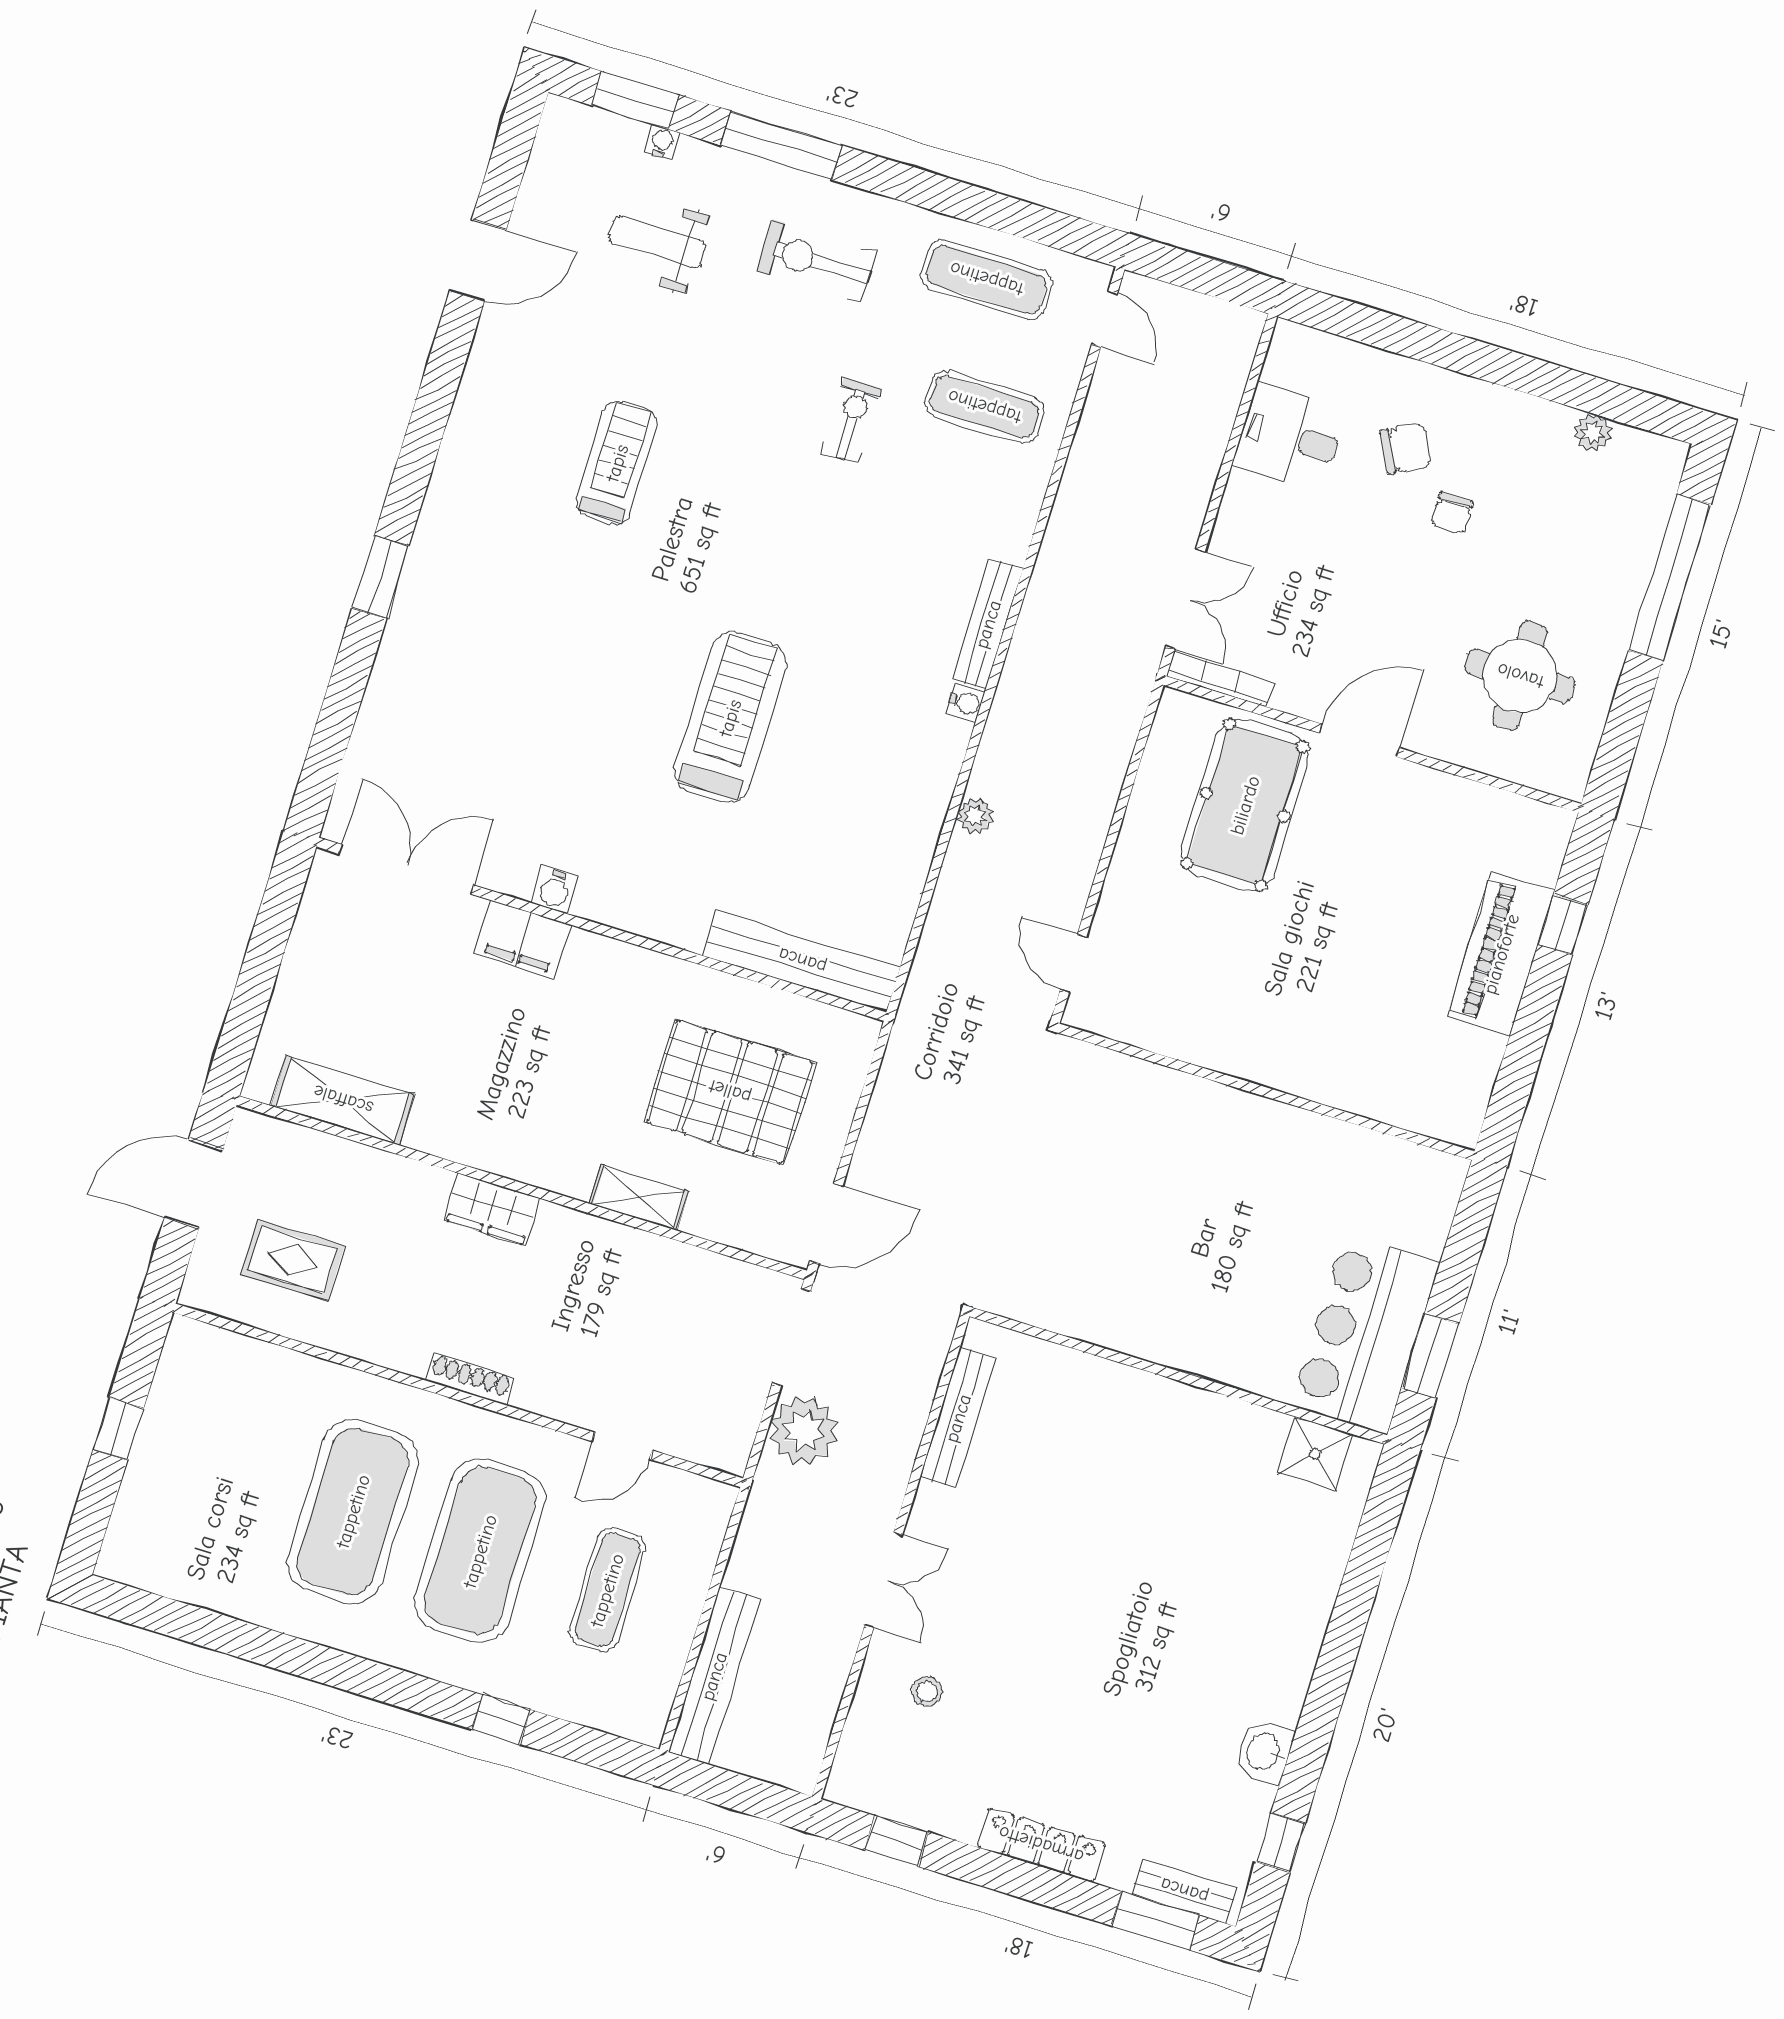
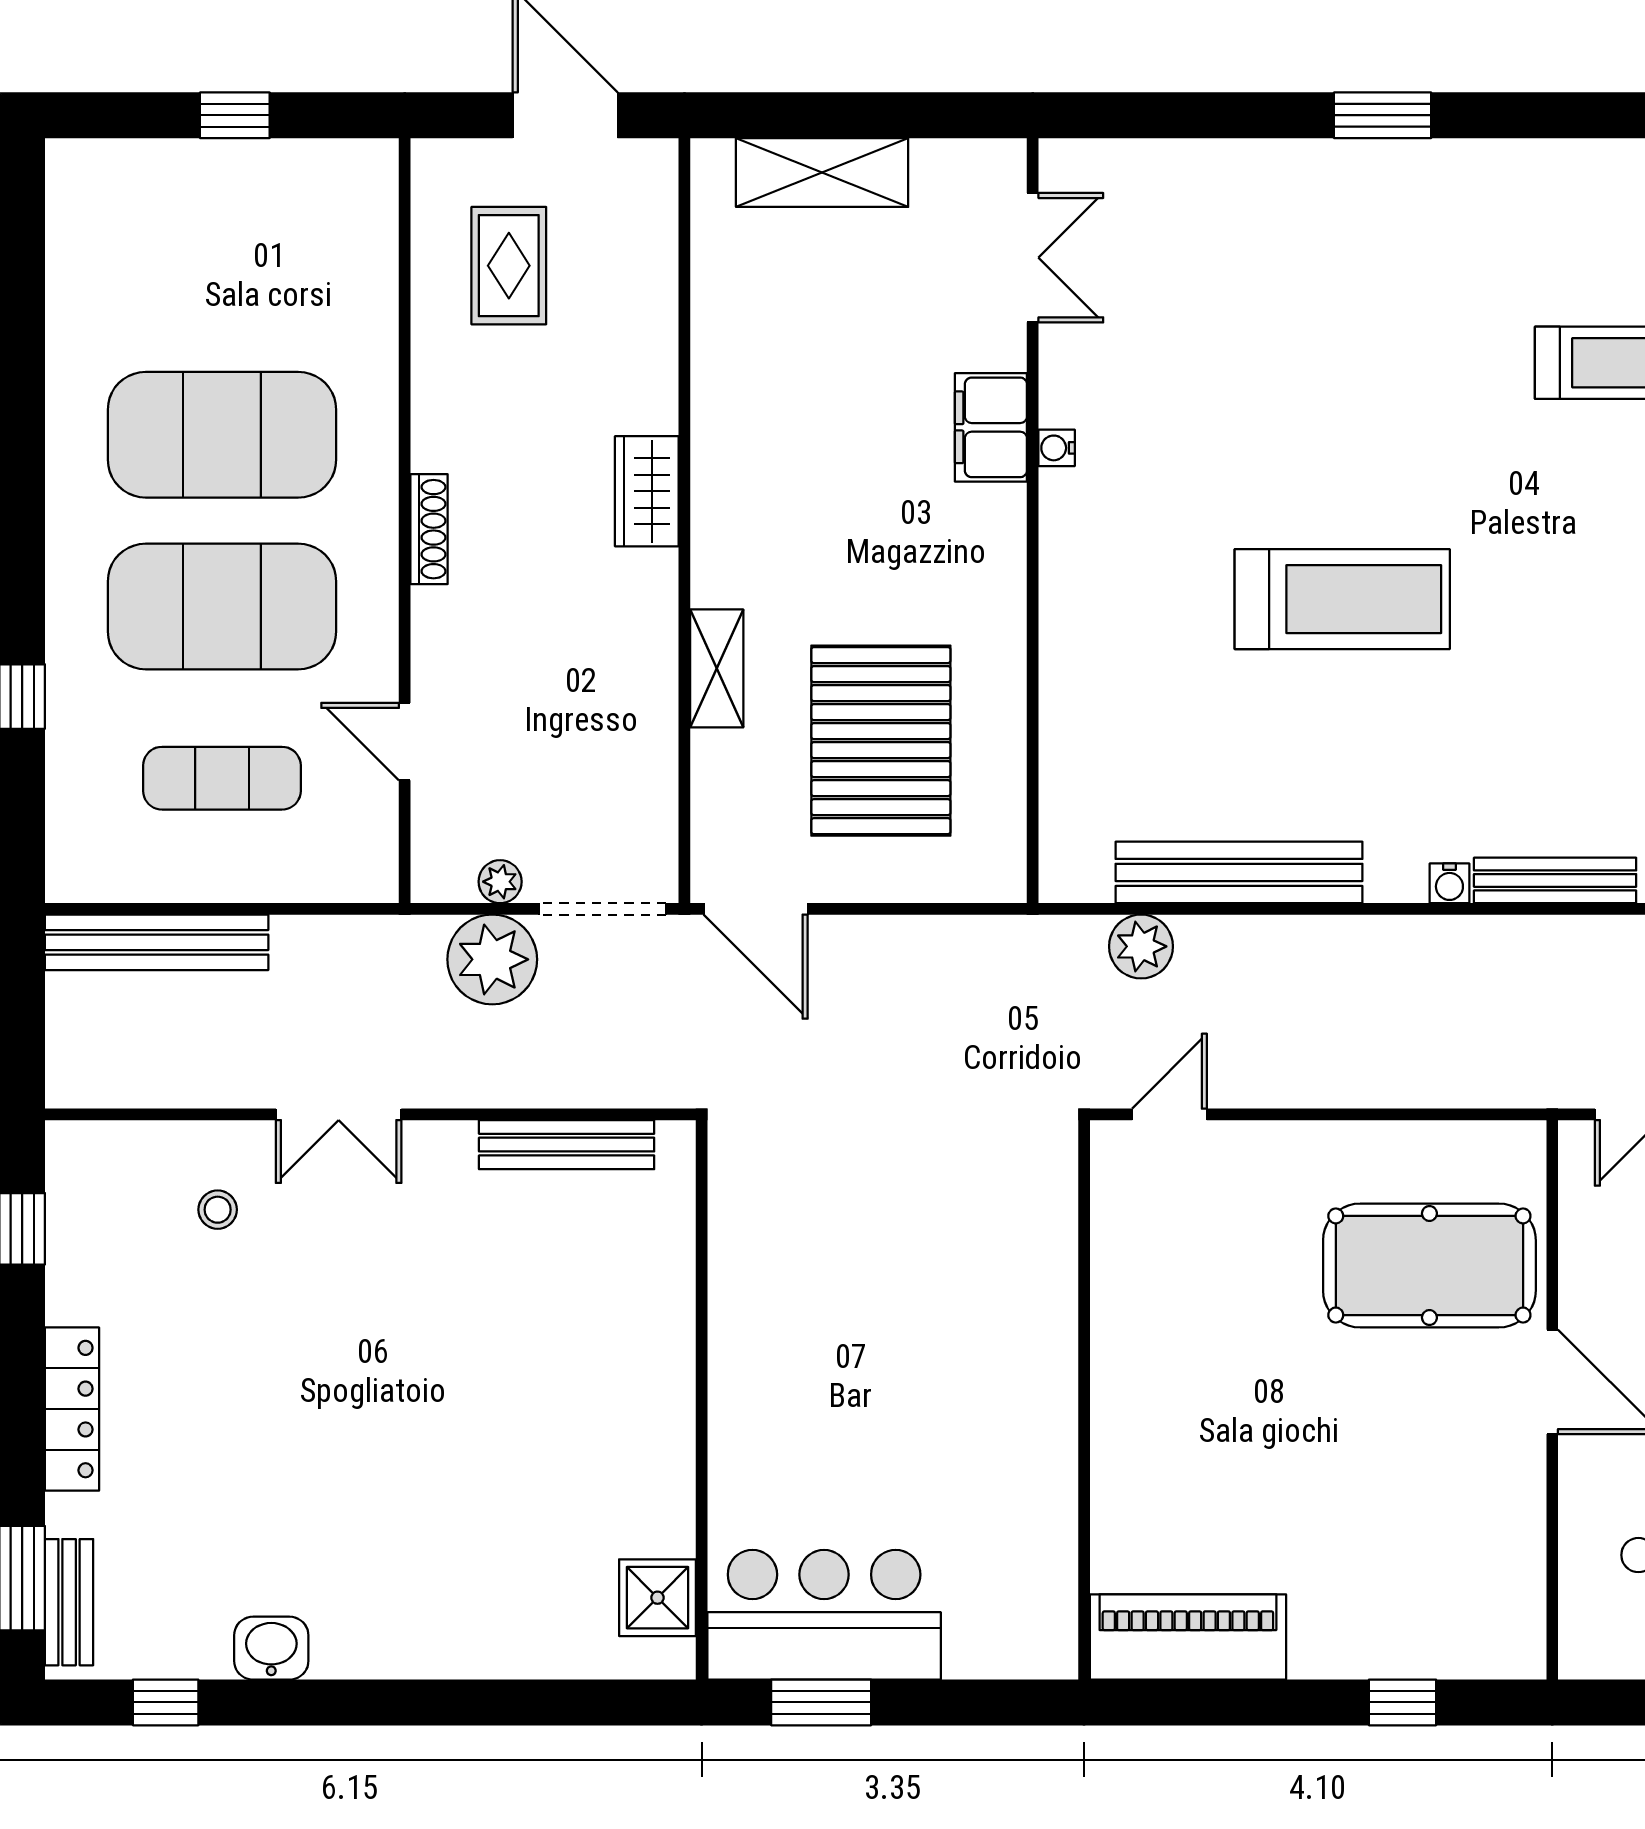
bookcase: (1220, 679) -> (1575, 1187), removed
plant: (975, 816) -> (1141, 946), moved, width x1.38, depth x1.38
double door: (406, 869) -> (1033, 258), width x0.73
water cooler: (554, 890) -> (1057, 448), width x0.72, depth x0.72
piano: (1501, 954) -> (1188, 1637), moved
bench: (802, 961) -> (1239, 872), moved, turned 90
shelving: (343, 1100) -> (822, 173), moved, turned 90
plant: (748, 1407) -> (500, 882), added

